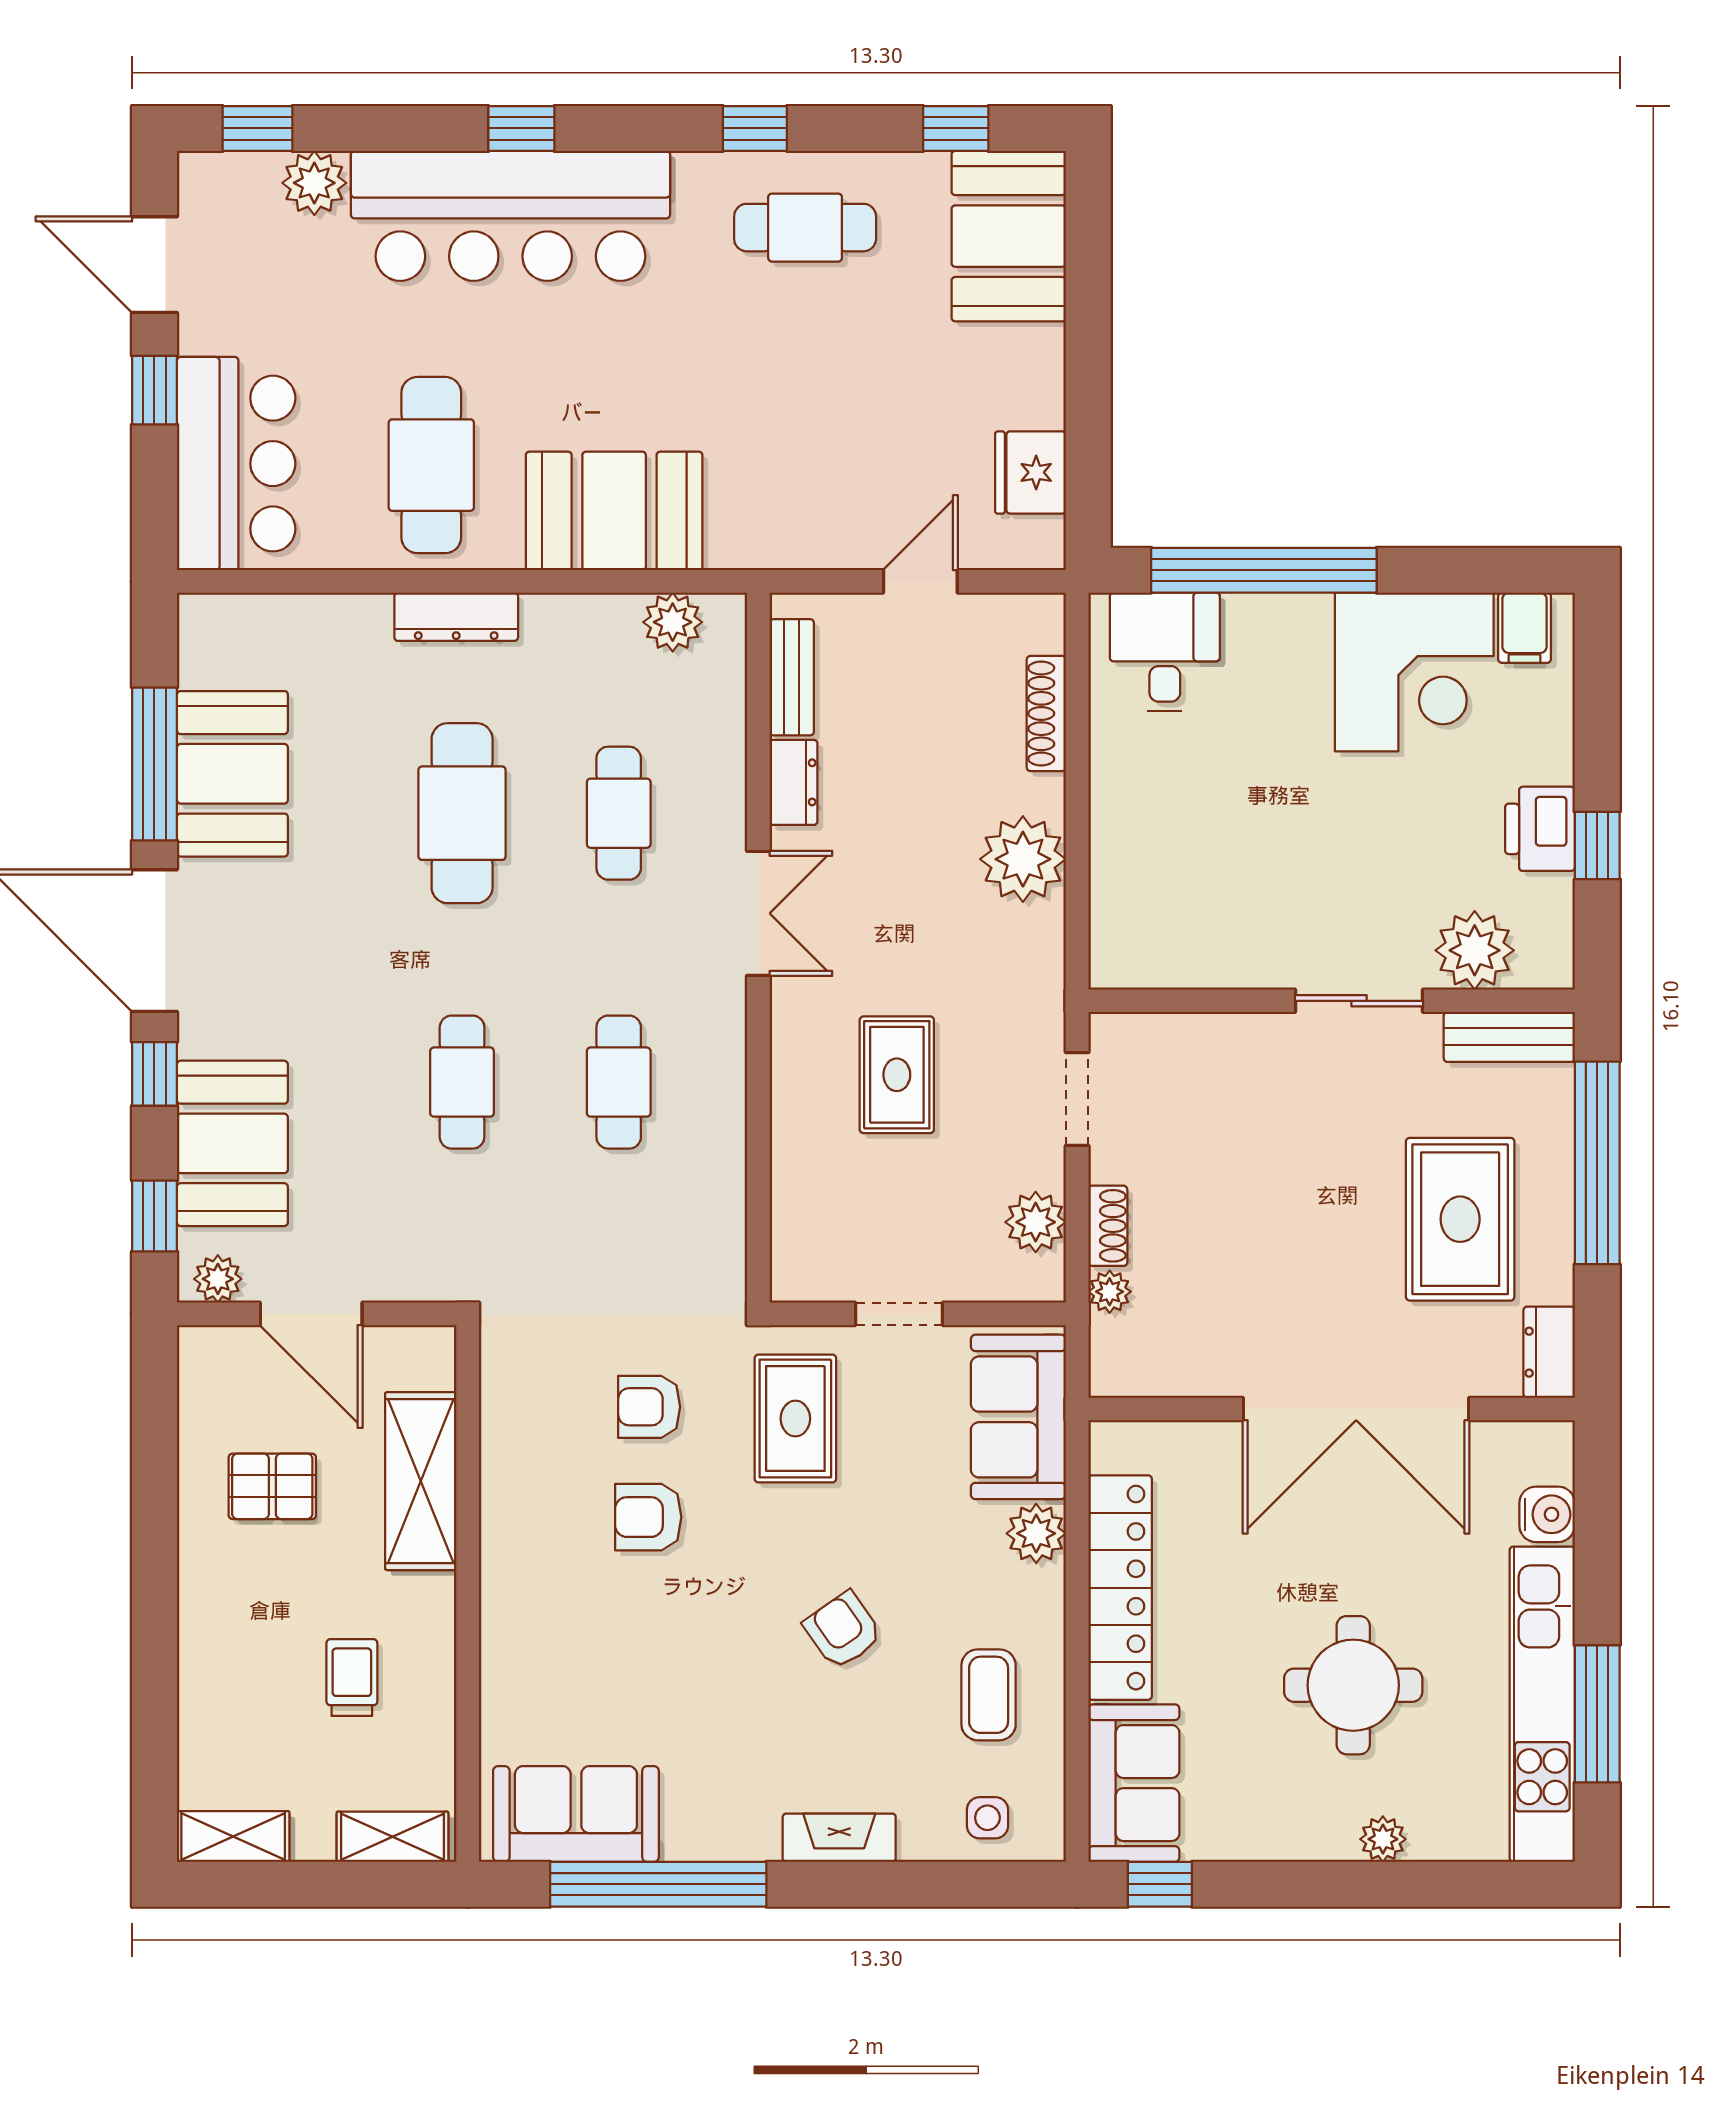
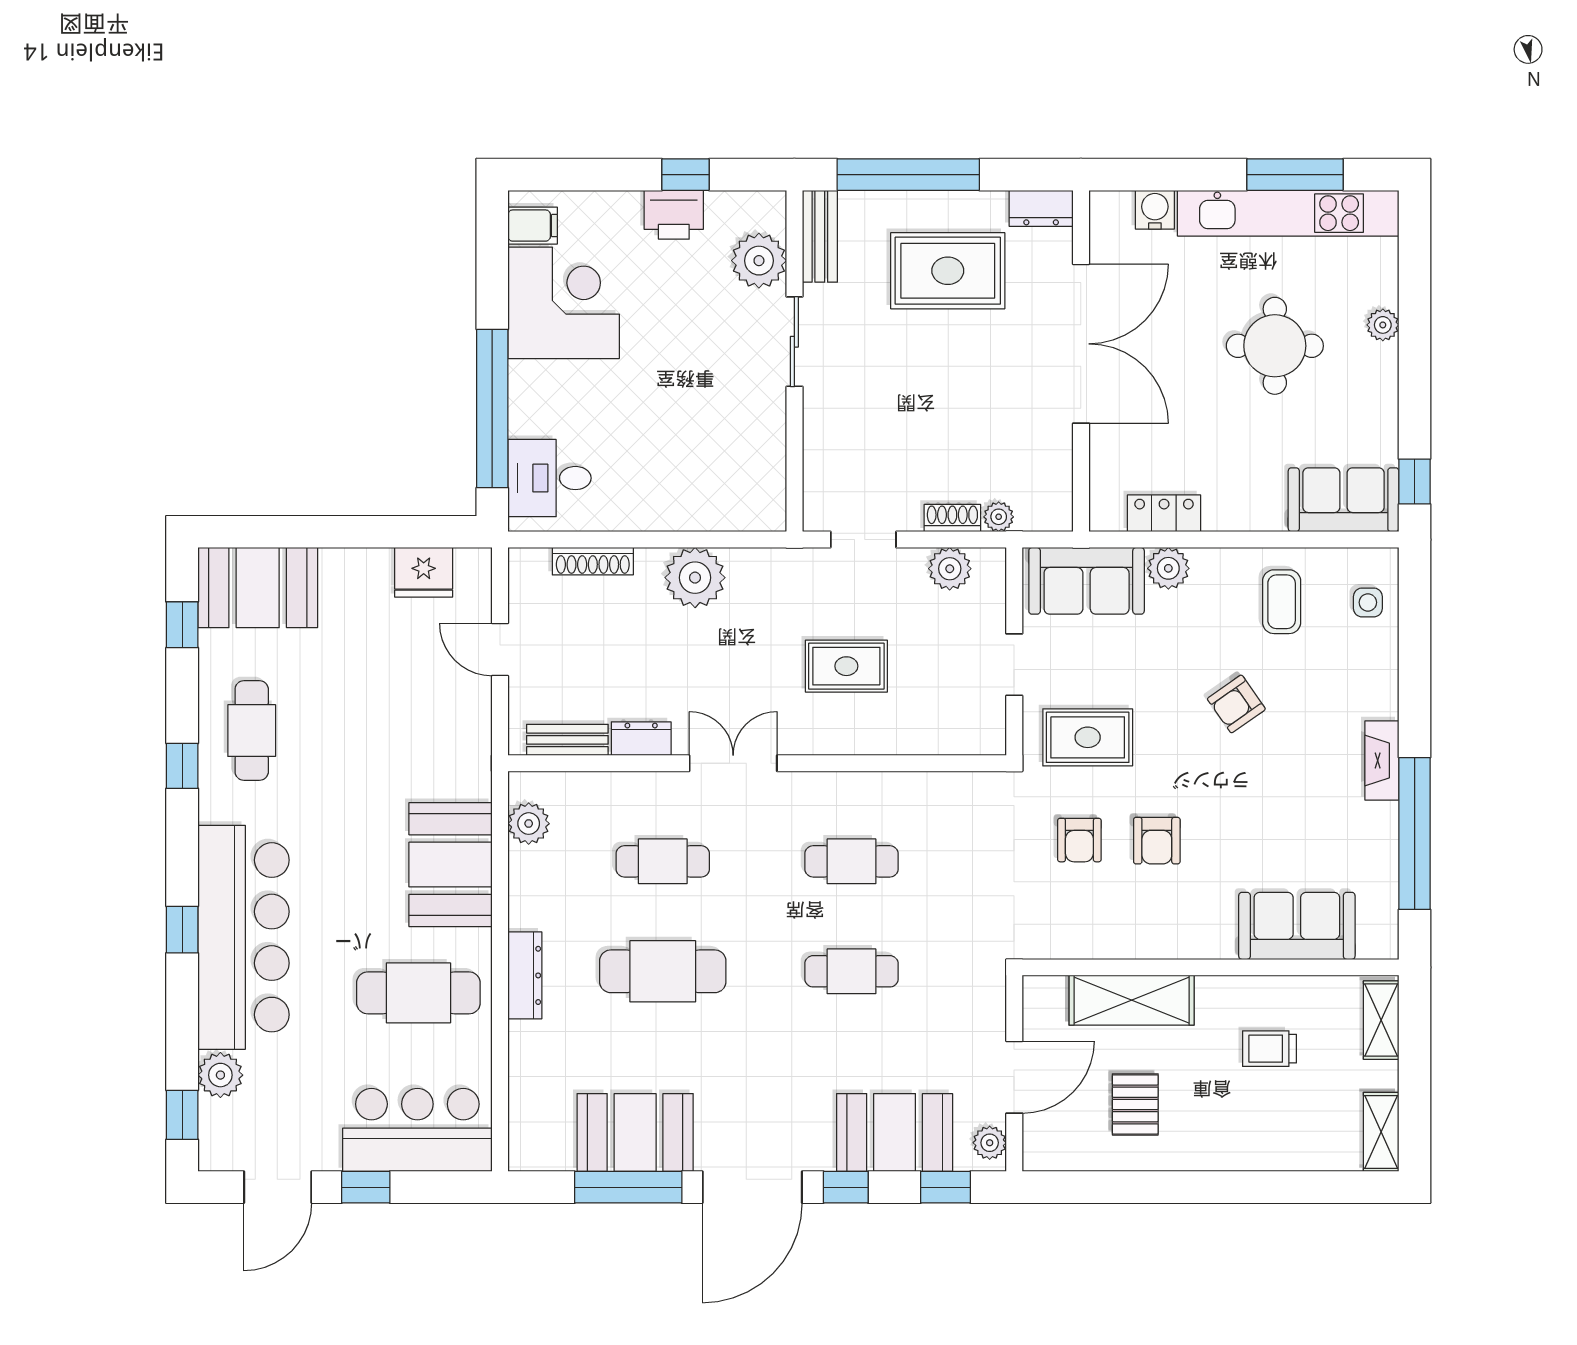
locker: (1120, 1588) -> (1164, 513), width x0.46, depth x0.83
coffee table: (989, 1695) -> (1282, 602), turned 90
sofa: (576, 1814) -> (1297, 926), moved, turned 90
fireplace: (839, 1838) -> (1382, 761), moved

